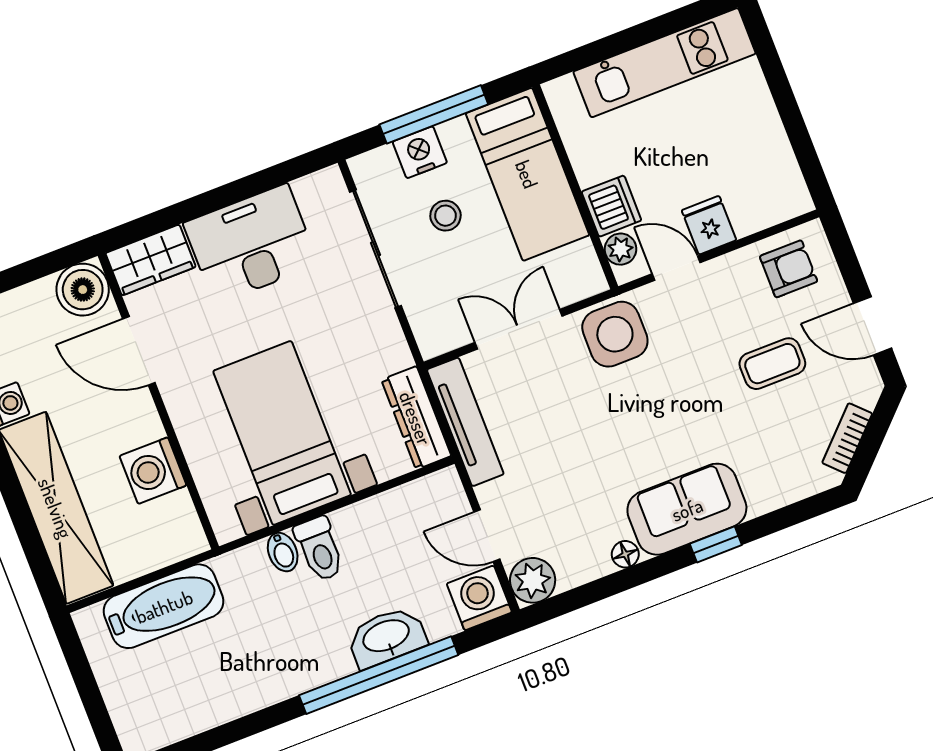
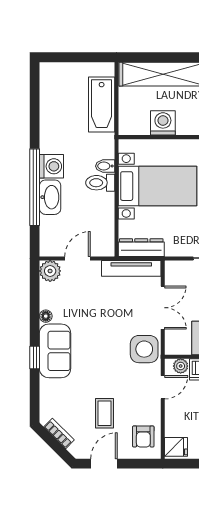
fridge: (709, 225) -> (176, 447), moved
washing machine: (479, 598) -> (51, 166), moved

